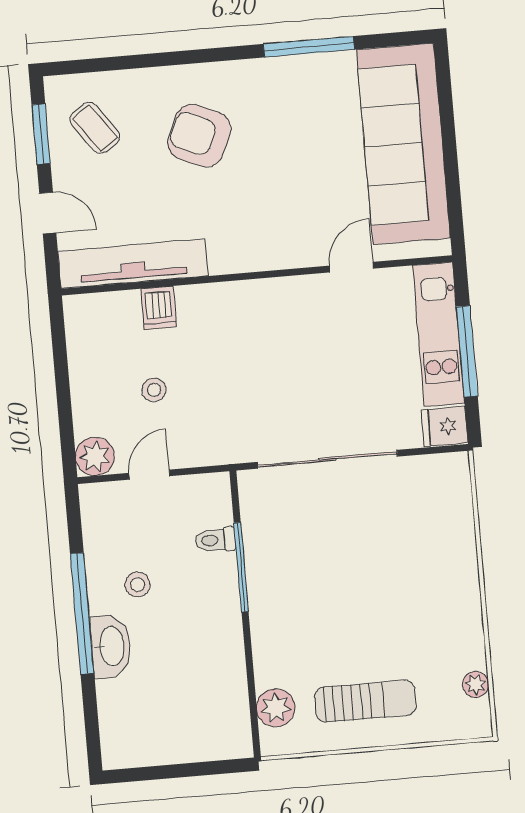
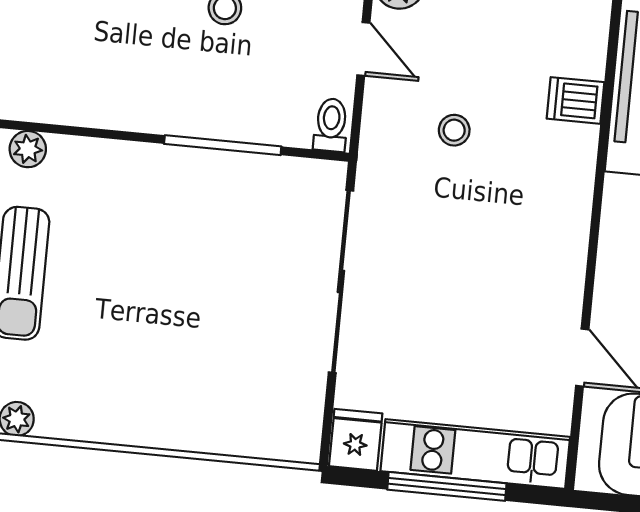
stool: (154, 390) -> (454, 130), moved
toilet: (215, 540) -> (331, 125), moved
plant: (276, 708) -> (28, 149), width x0.73, depth x0.73

